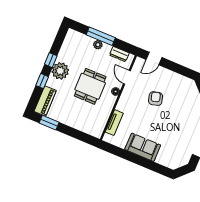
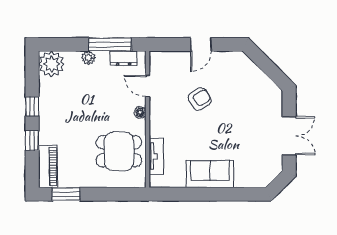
window: (101, 36) -> (110, 44), moved
door: (154, 59) -> (201, 44), moved
plant: (60, 71) -> (52, 64), moved
dining table: (90, 86) -> (119, 151), moved, turned 90
armchair: (156, 99) -> (200, 99), turned 73

